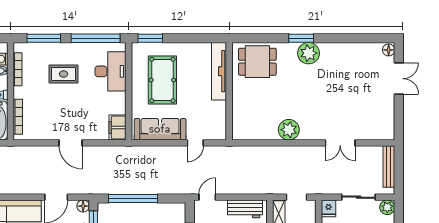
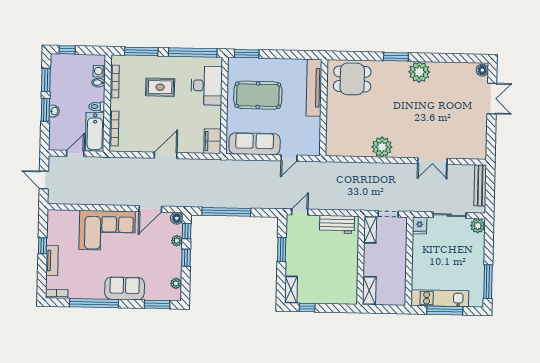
plant: (309, 53) -> (419, 72), moved
pool table: (162, 80) -> (258, 95), turned 90
door: (71, 143) -> (166, 155), swing flipped

